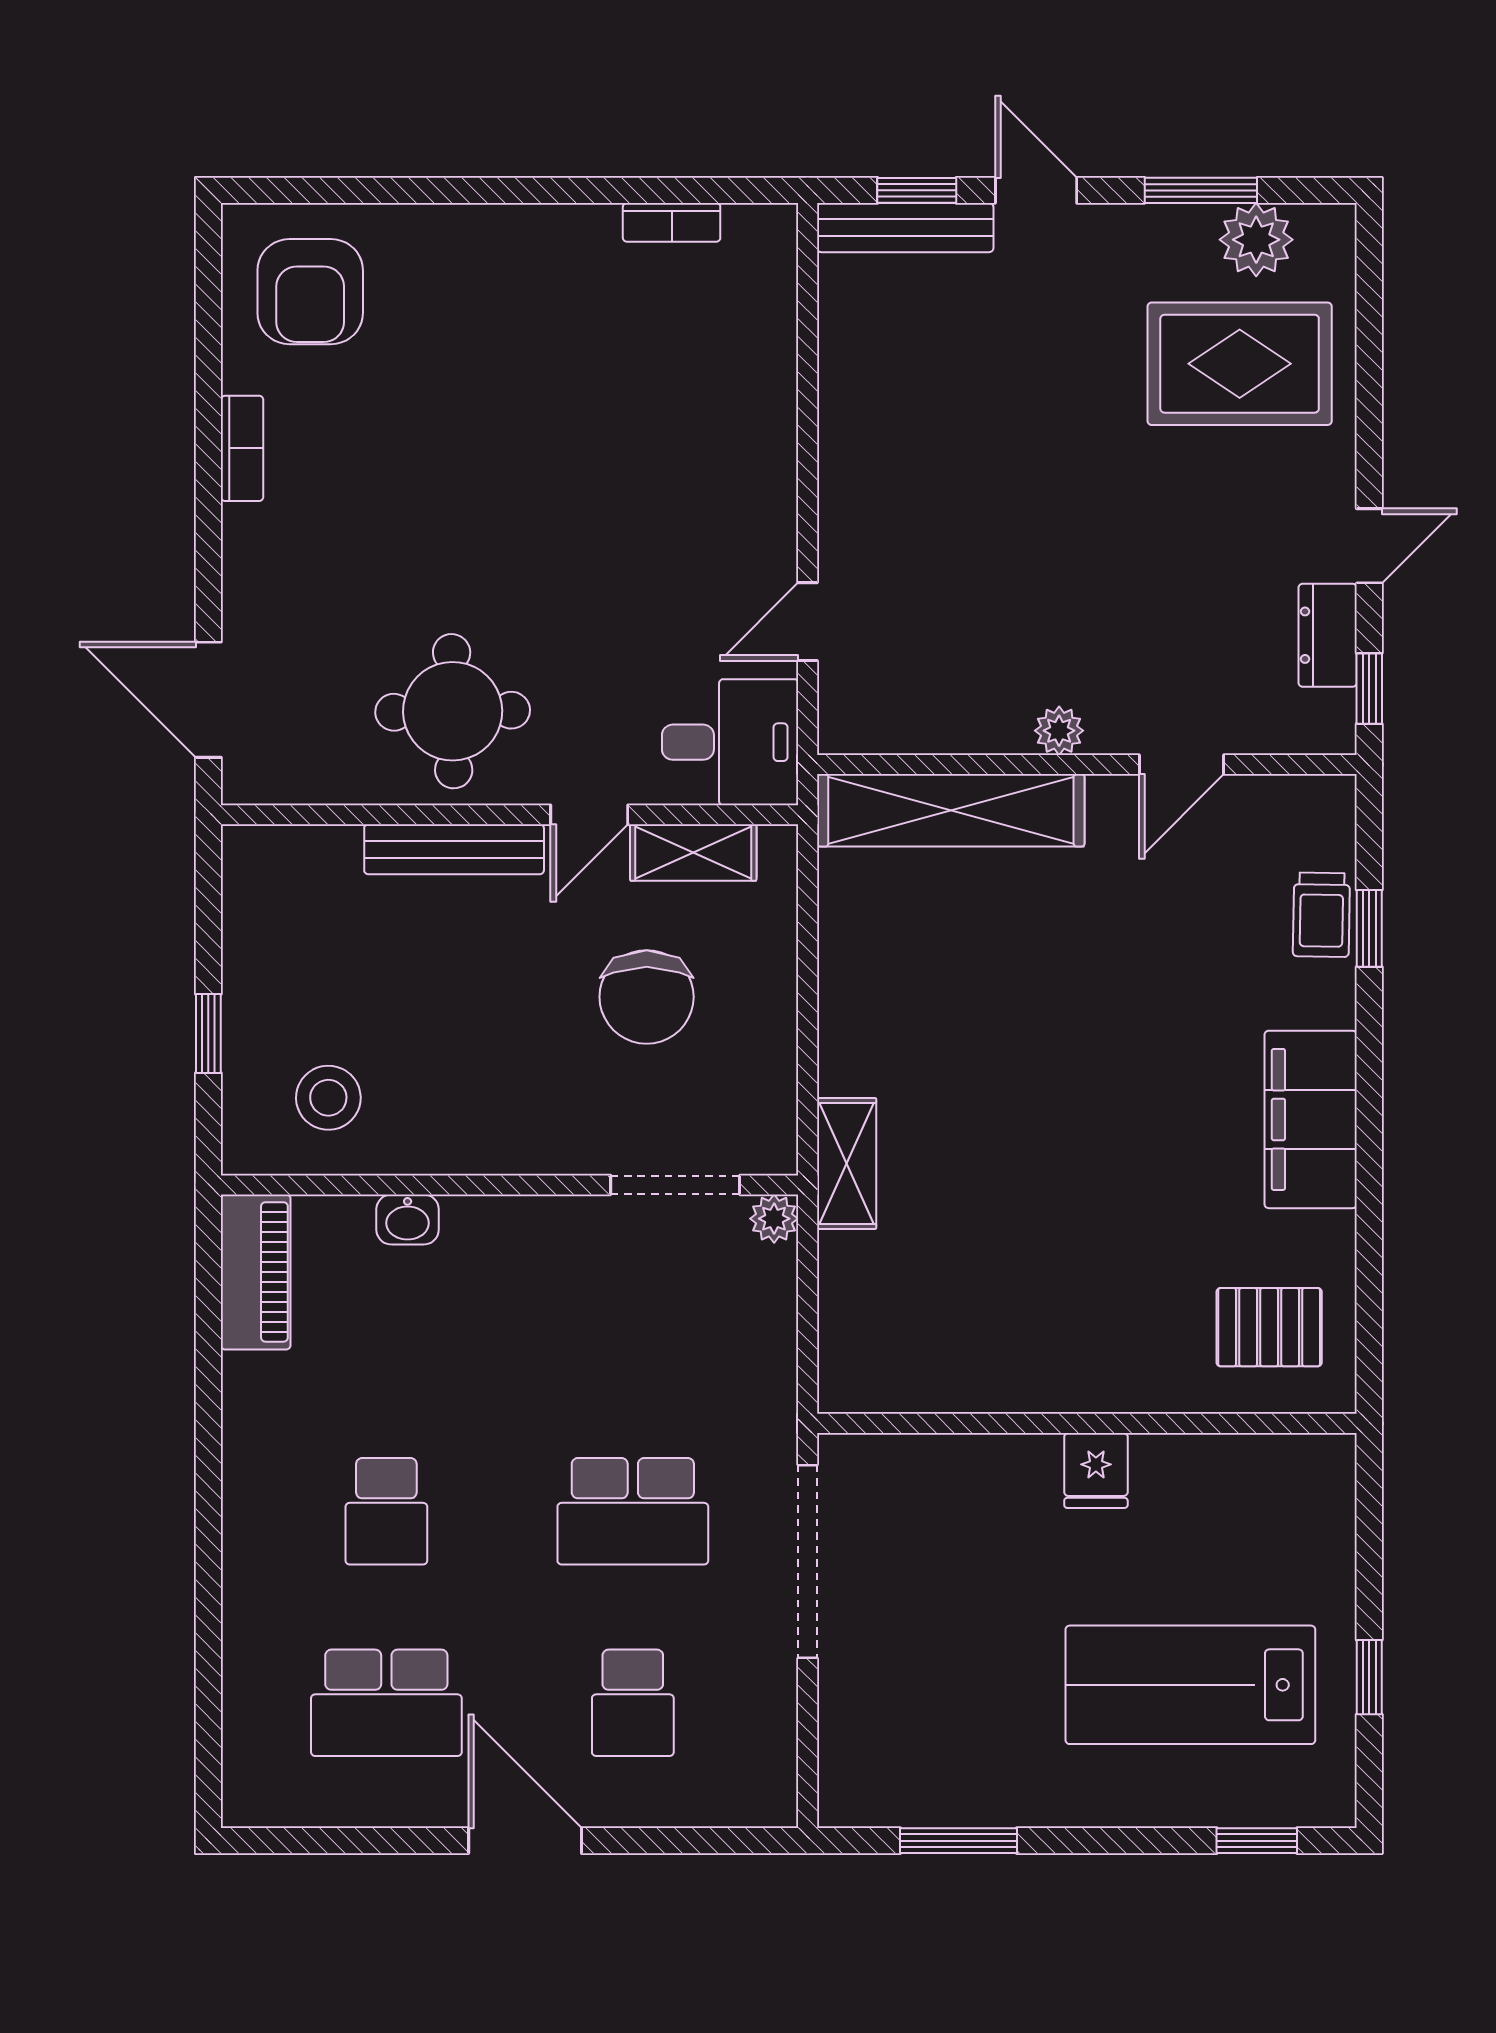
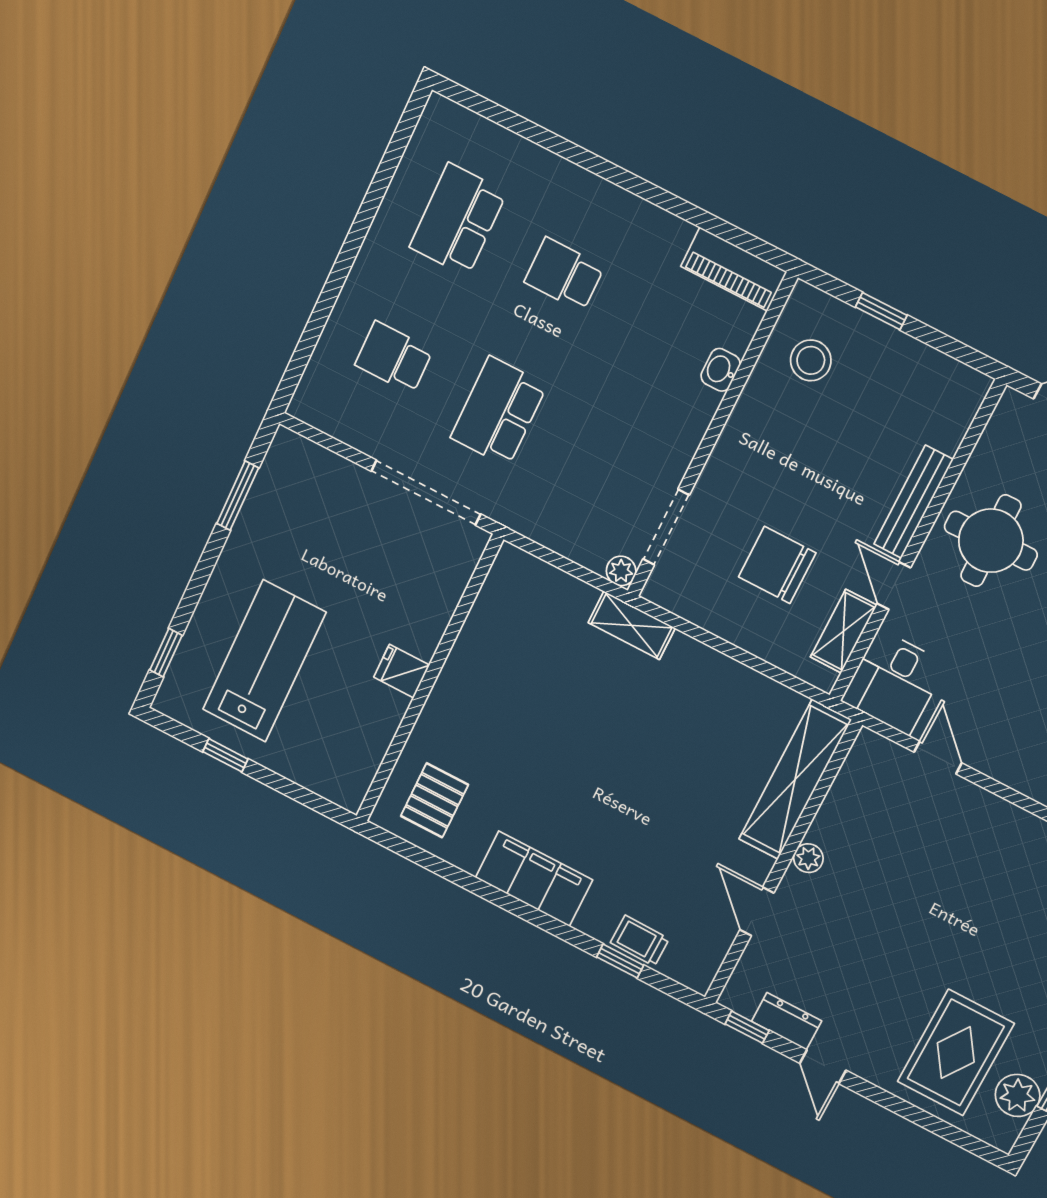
door: (525, 1841) -> (346, 259), removed

